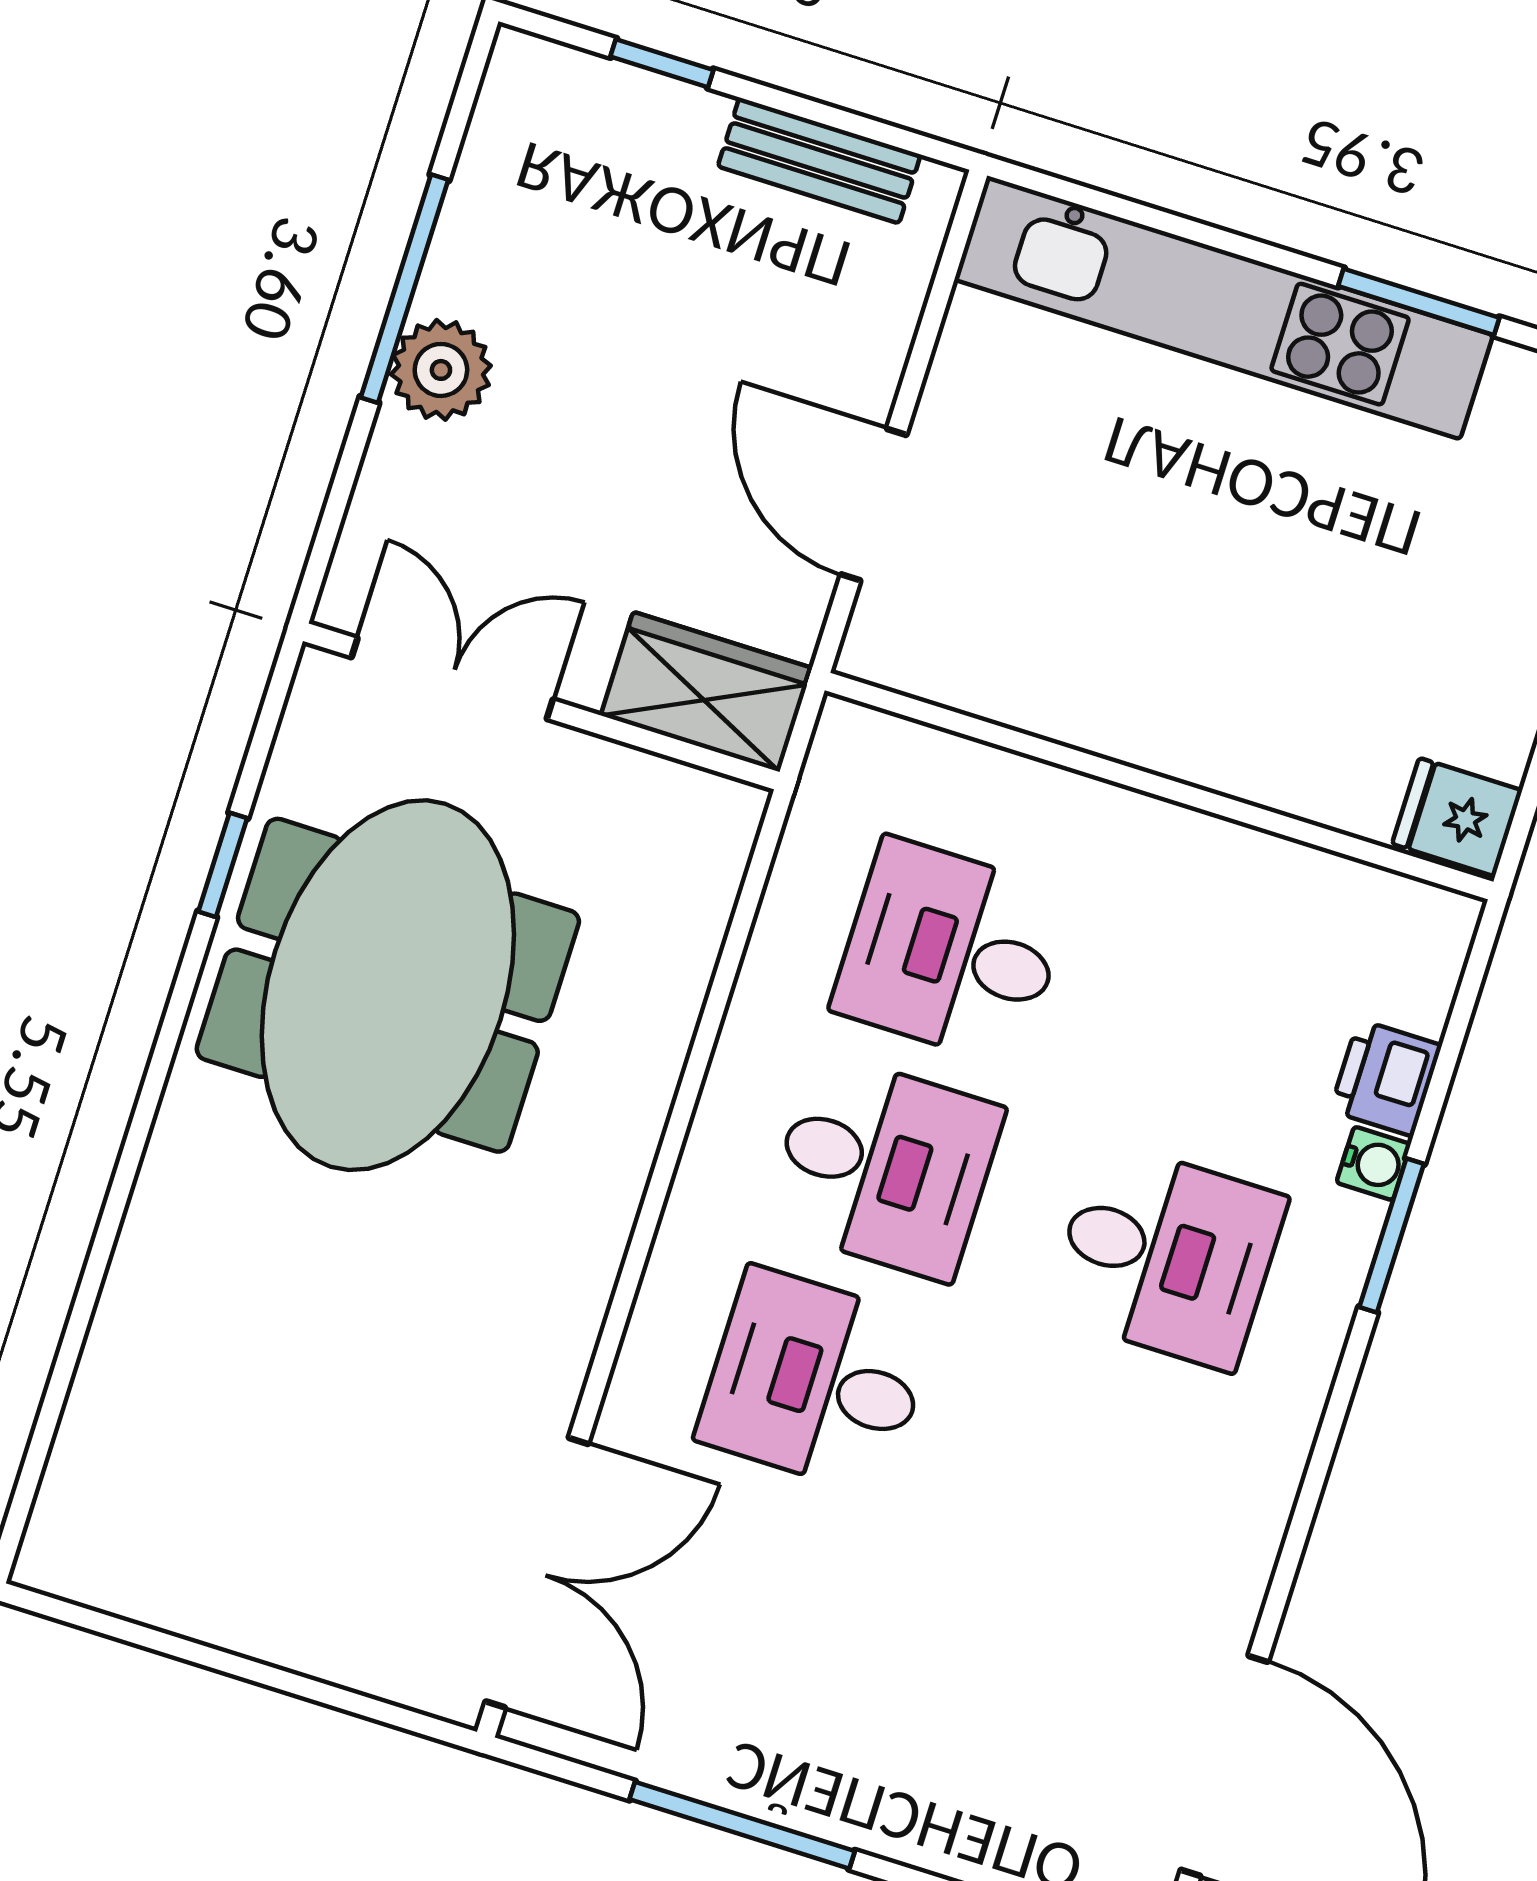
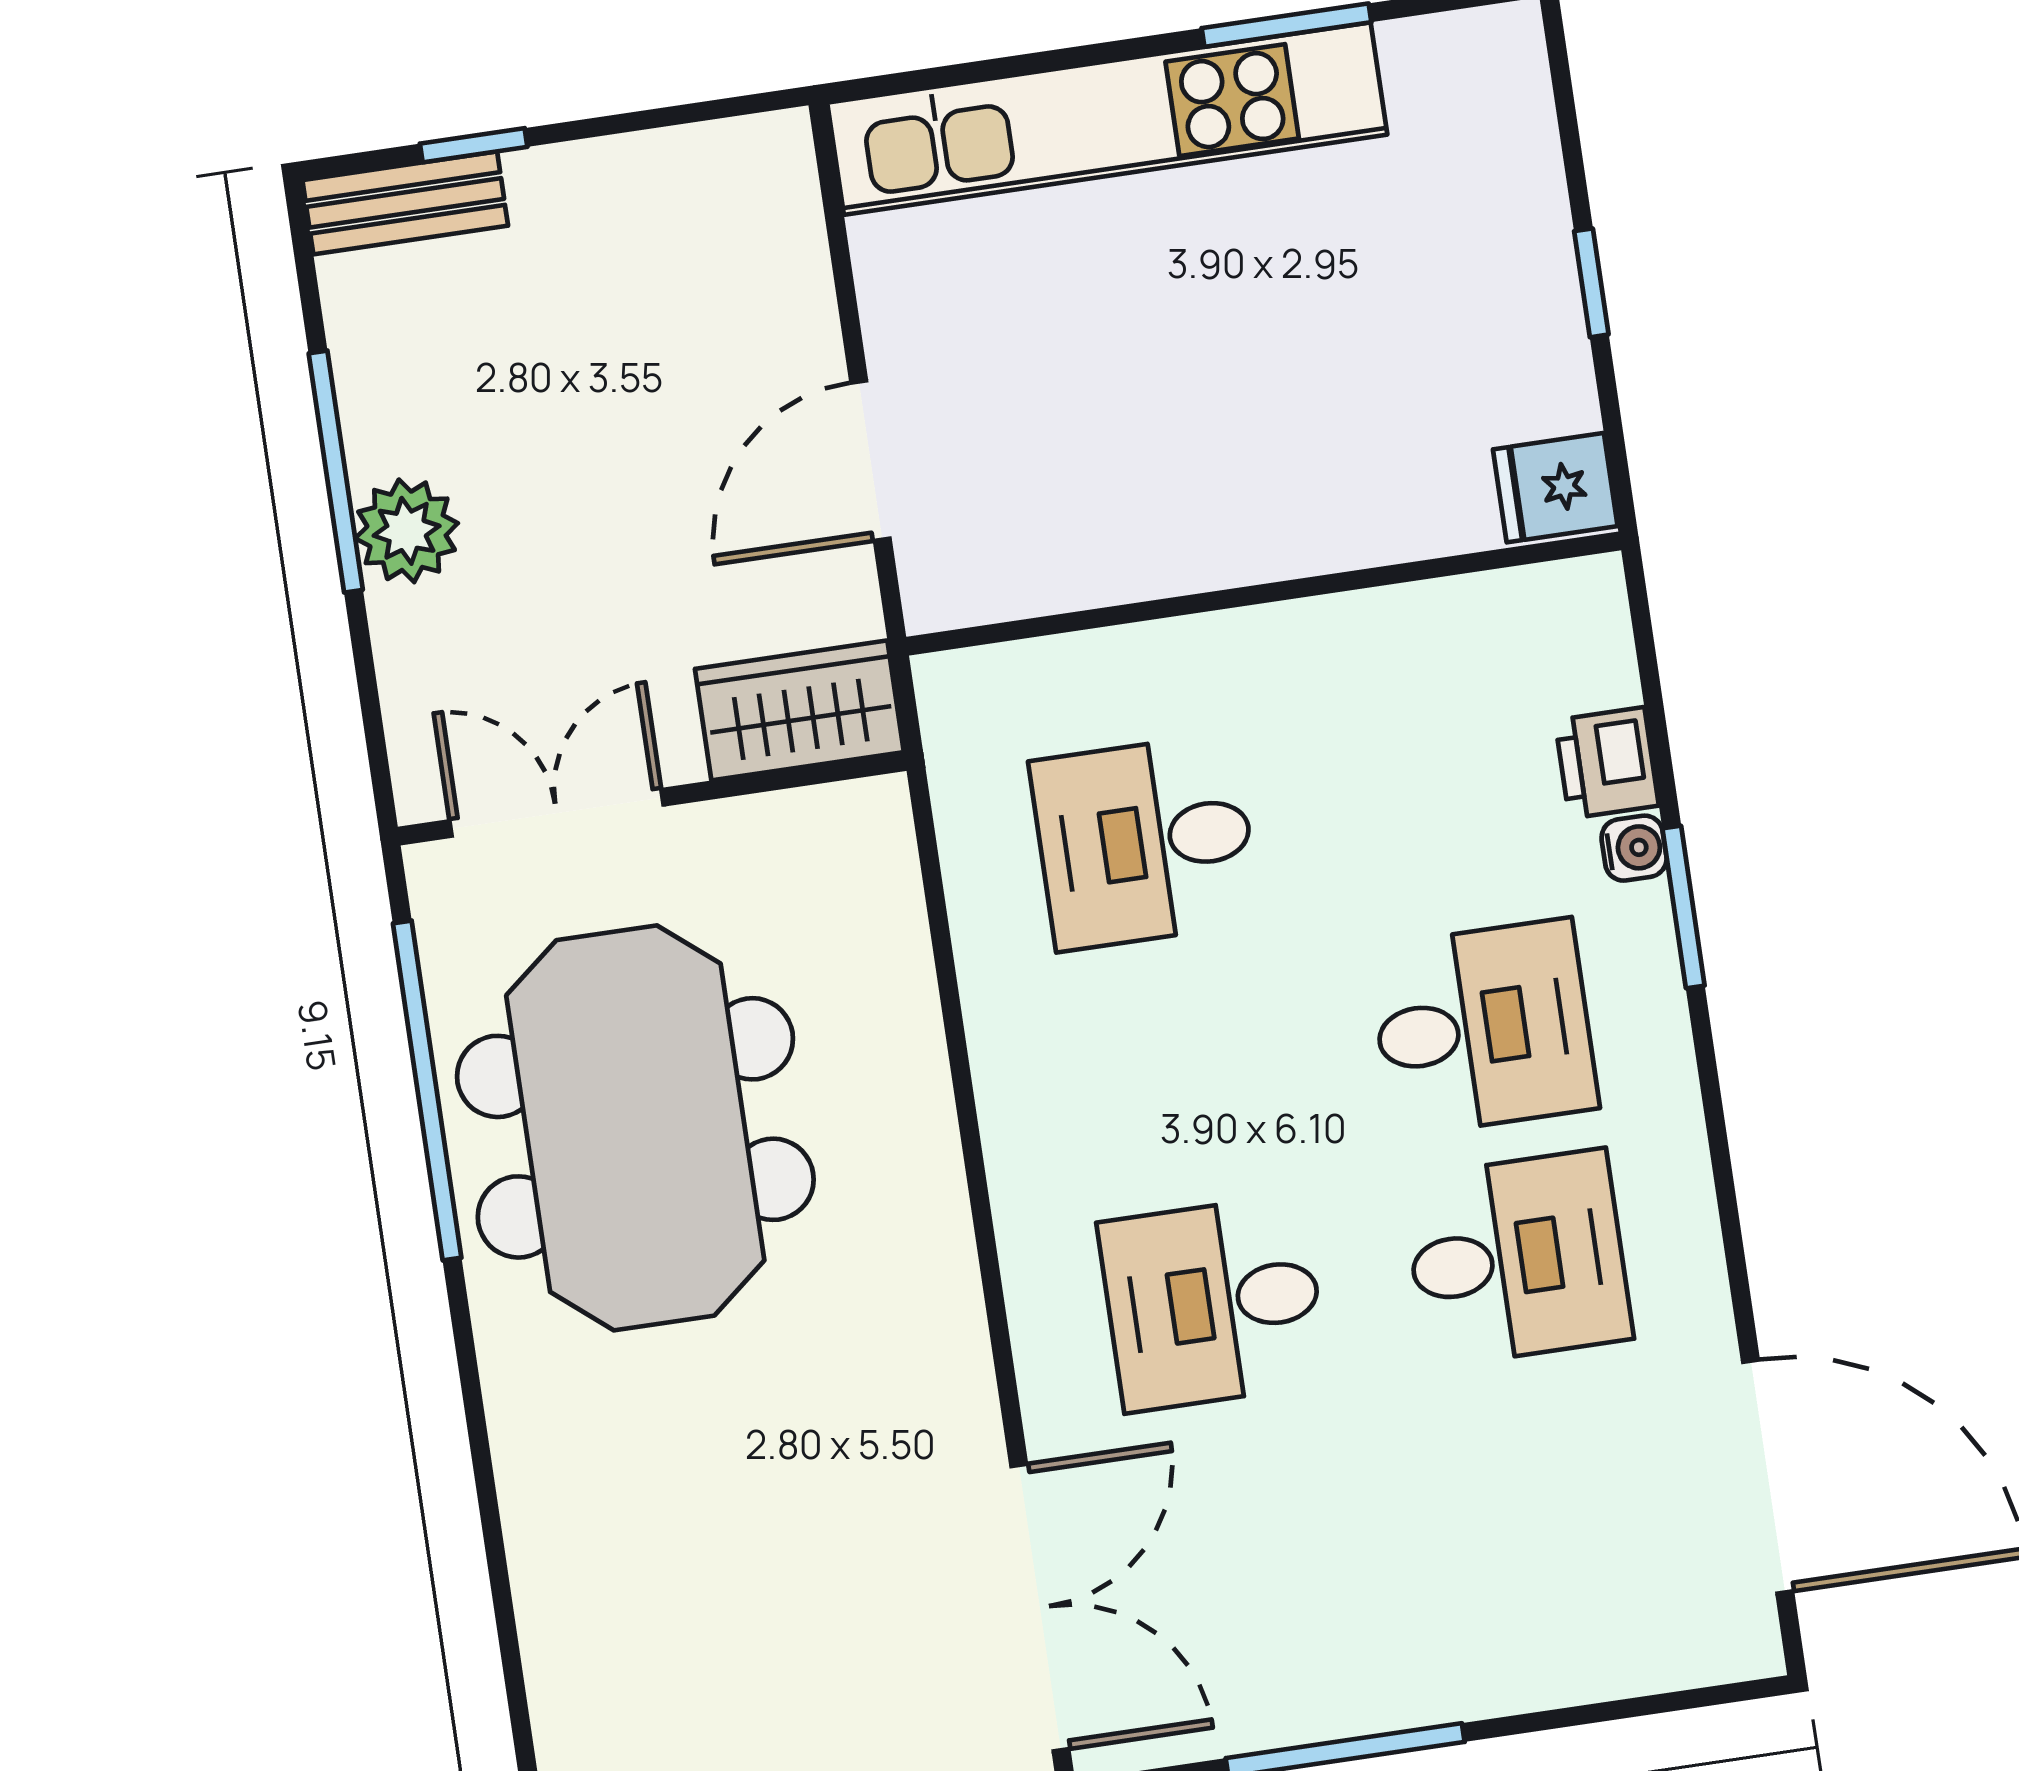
bench: (819, 160) -> (405, 203), moved
door: (874, 505) -> (870, 461), hinge flipped
window: (223, 865) -> (427, 1090), width x3.17
desk: (884, 1167) -> (1517, 1258), moved

